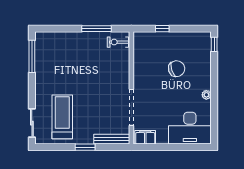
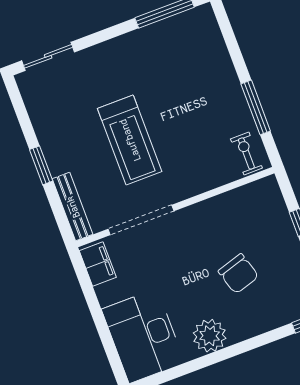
plant: (206, 95) -> (210, 336), width x1.88, depth x1.88
treadmill: (62, 117) -> (130, 140), moved, turned 90

